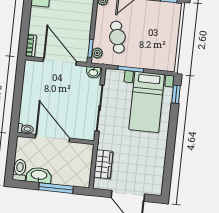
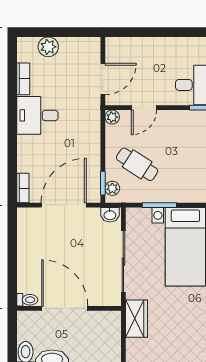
cafe table: (117, 37) -> (137, 164), turned -44
door: (60, 62) -> (64, 205), hinge flipped
wardrobe: (103, 164) -> (137, 319), moved

